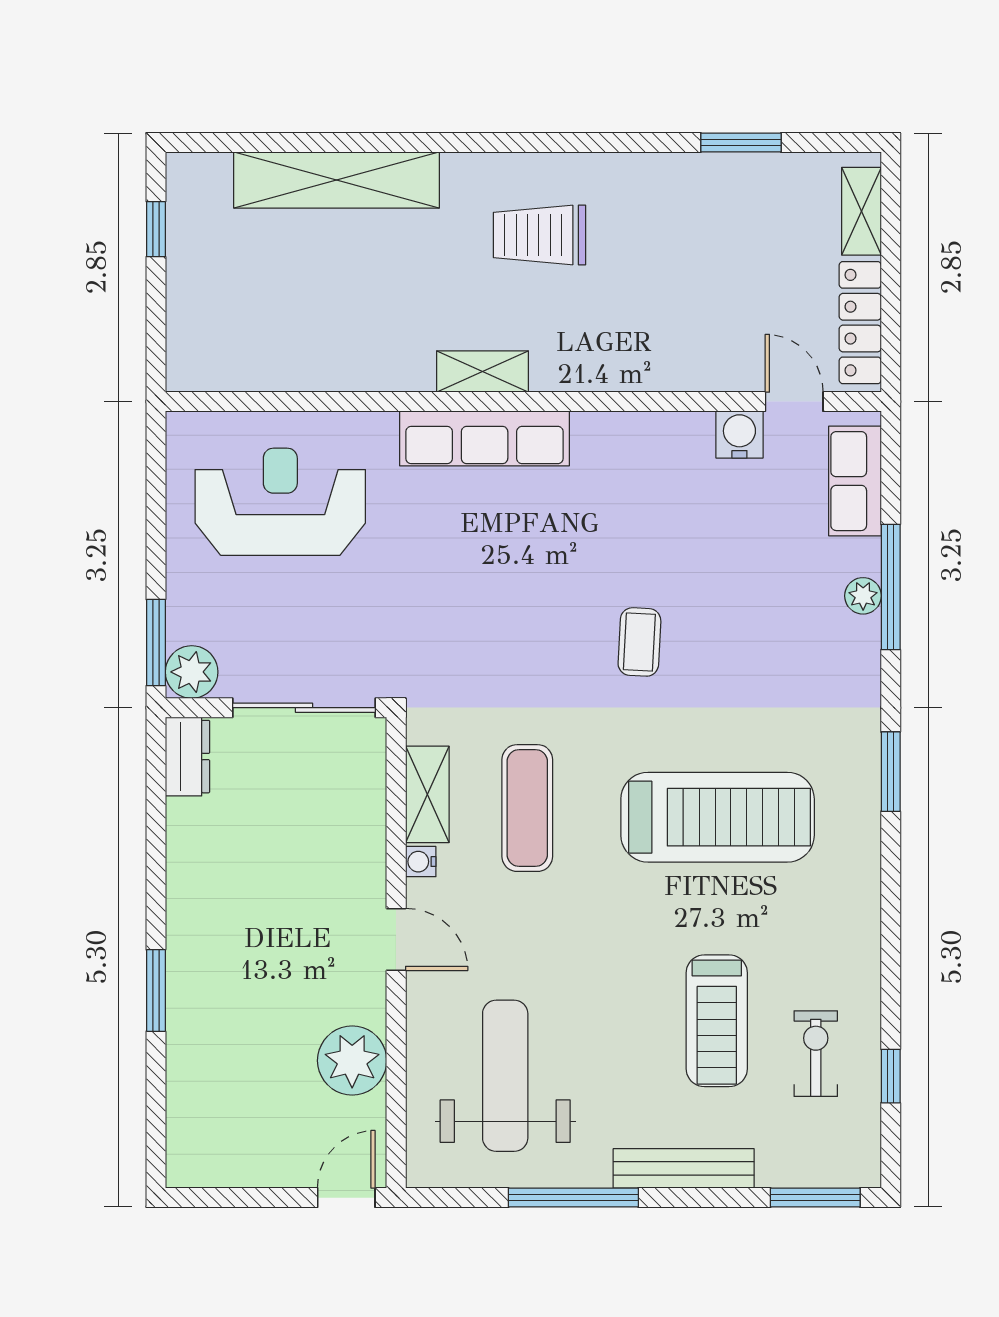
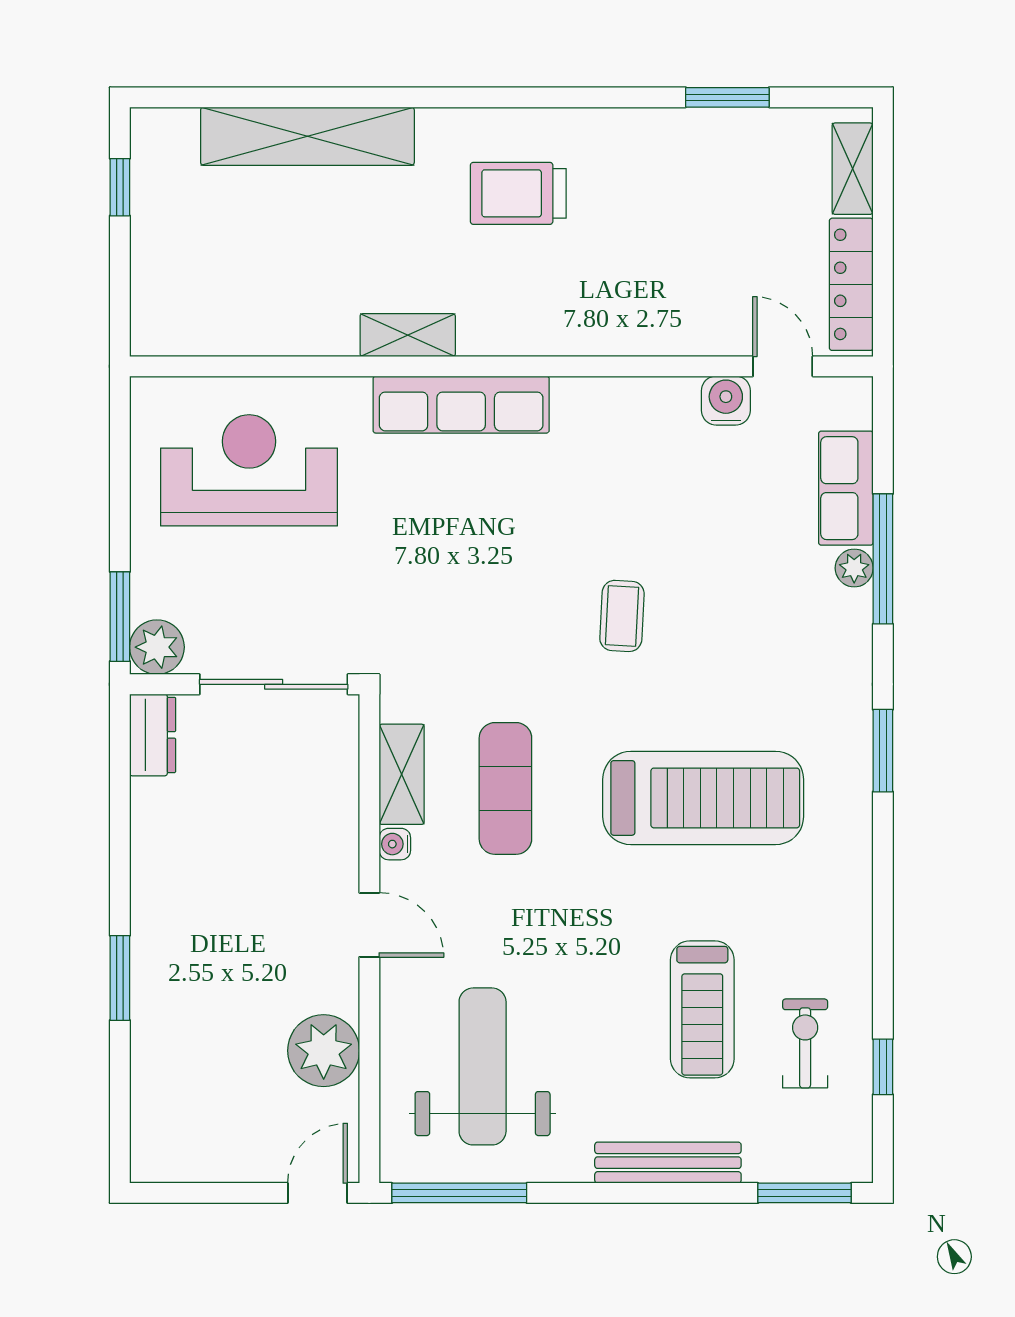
shelving: (483, 372) -> (408, 335), moved
row of seats: (855, 481) -> (846, 488), moved
window: (573, 1198) -> (459, 1193), moved

